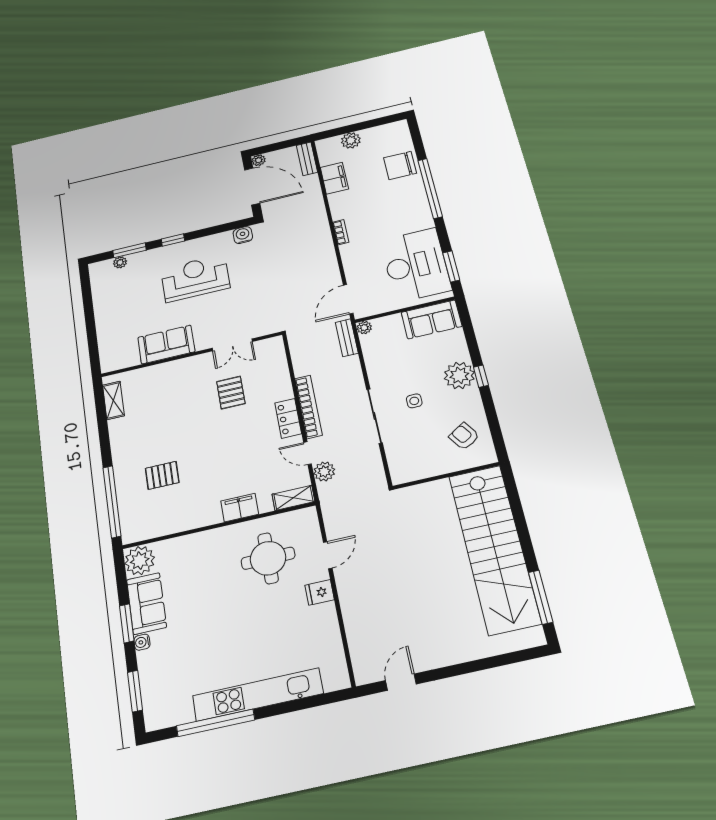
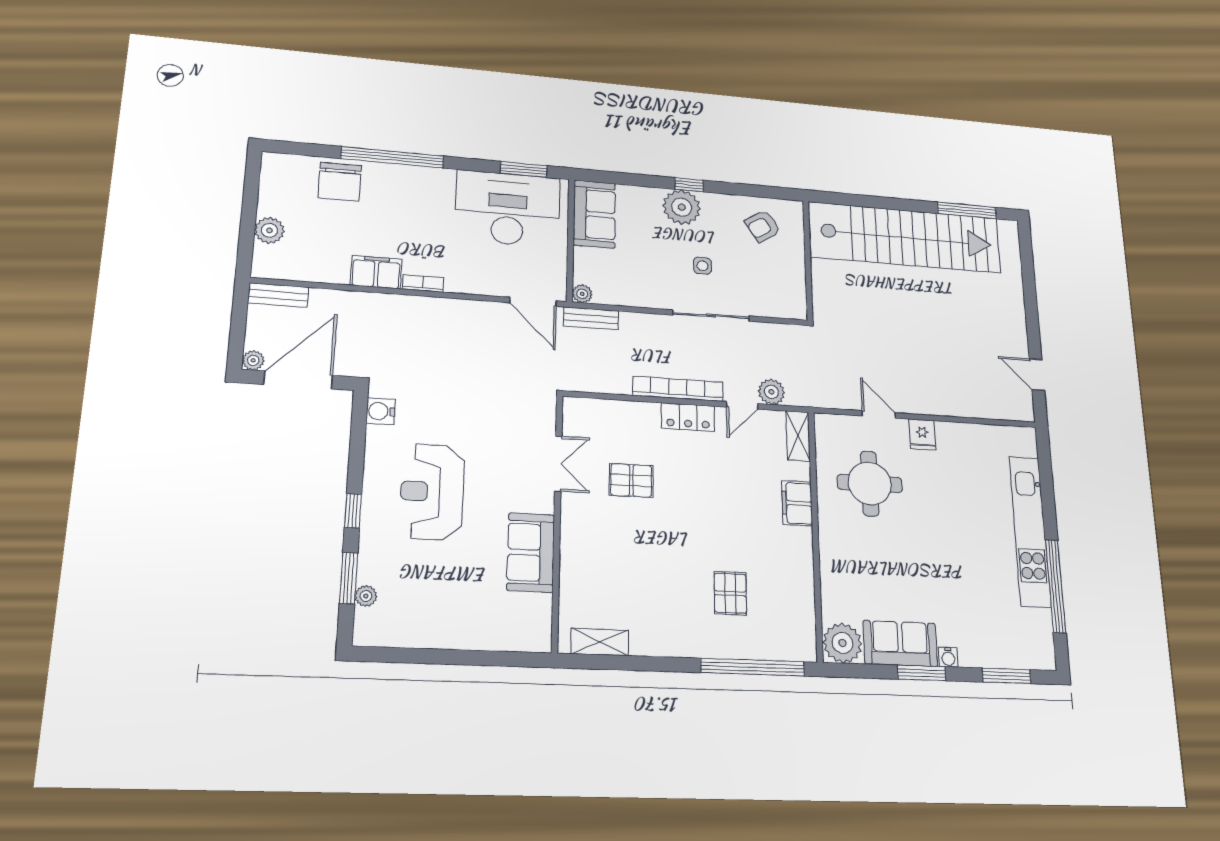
filing cabinet: (334, 178) -> (376, 272), moved

